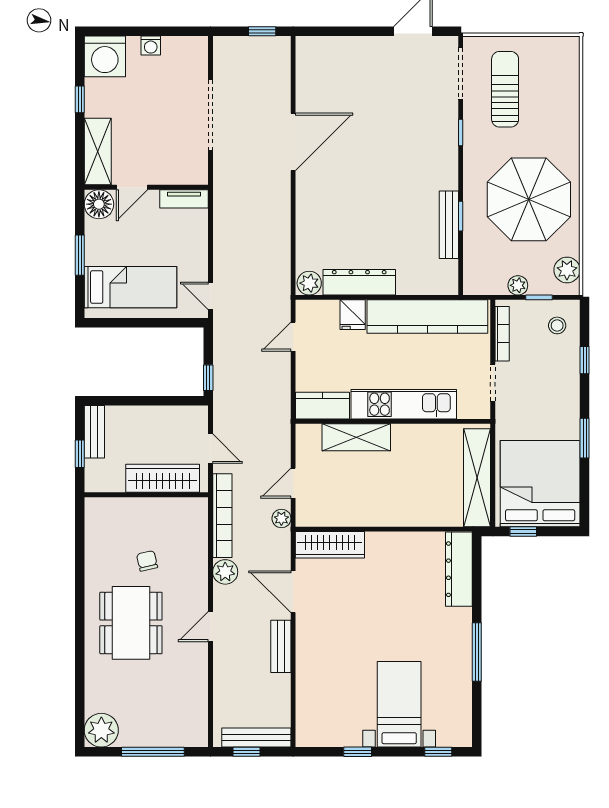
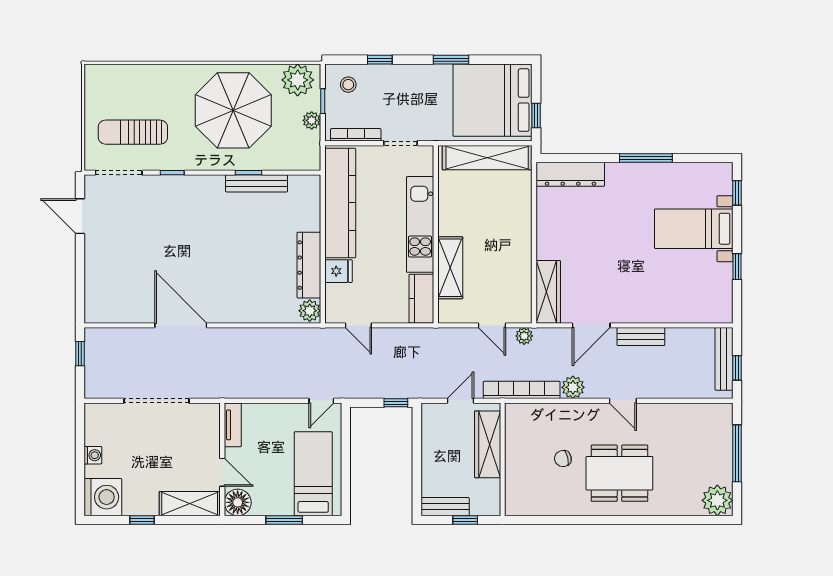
plant: (567, 270) -> (298, 80), width x1.36, depth x1.36

